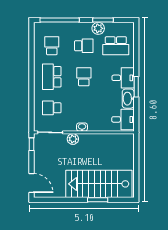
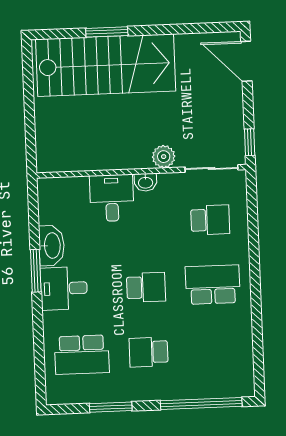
plant: (98, 28) -> (120, 389), removed
school desk: (52, 46) -> (215, 349), removed
school desk: (116, 46) -> (82, 355), turned 180
school desk: (52, 77) -> (213, 285), turned -90
school desk: (84, 77) -> (146, 287), turned -90
desk: (123, 119) -> (112, 198), moved, turned 90

